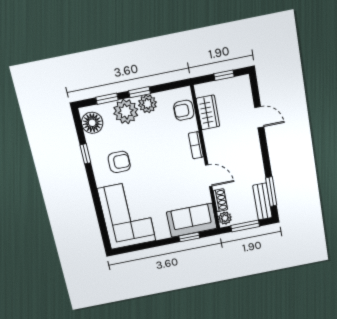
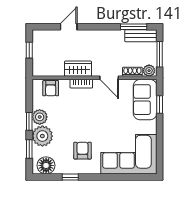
wardrobe: (208, 112) -> (78, 69), moved
door: (209, 176) -> (109, 78), swing flipped

